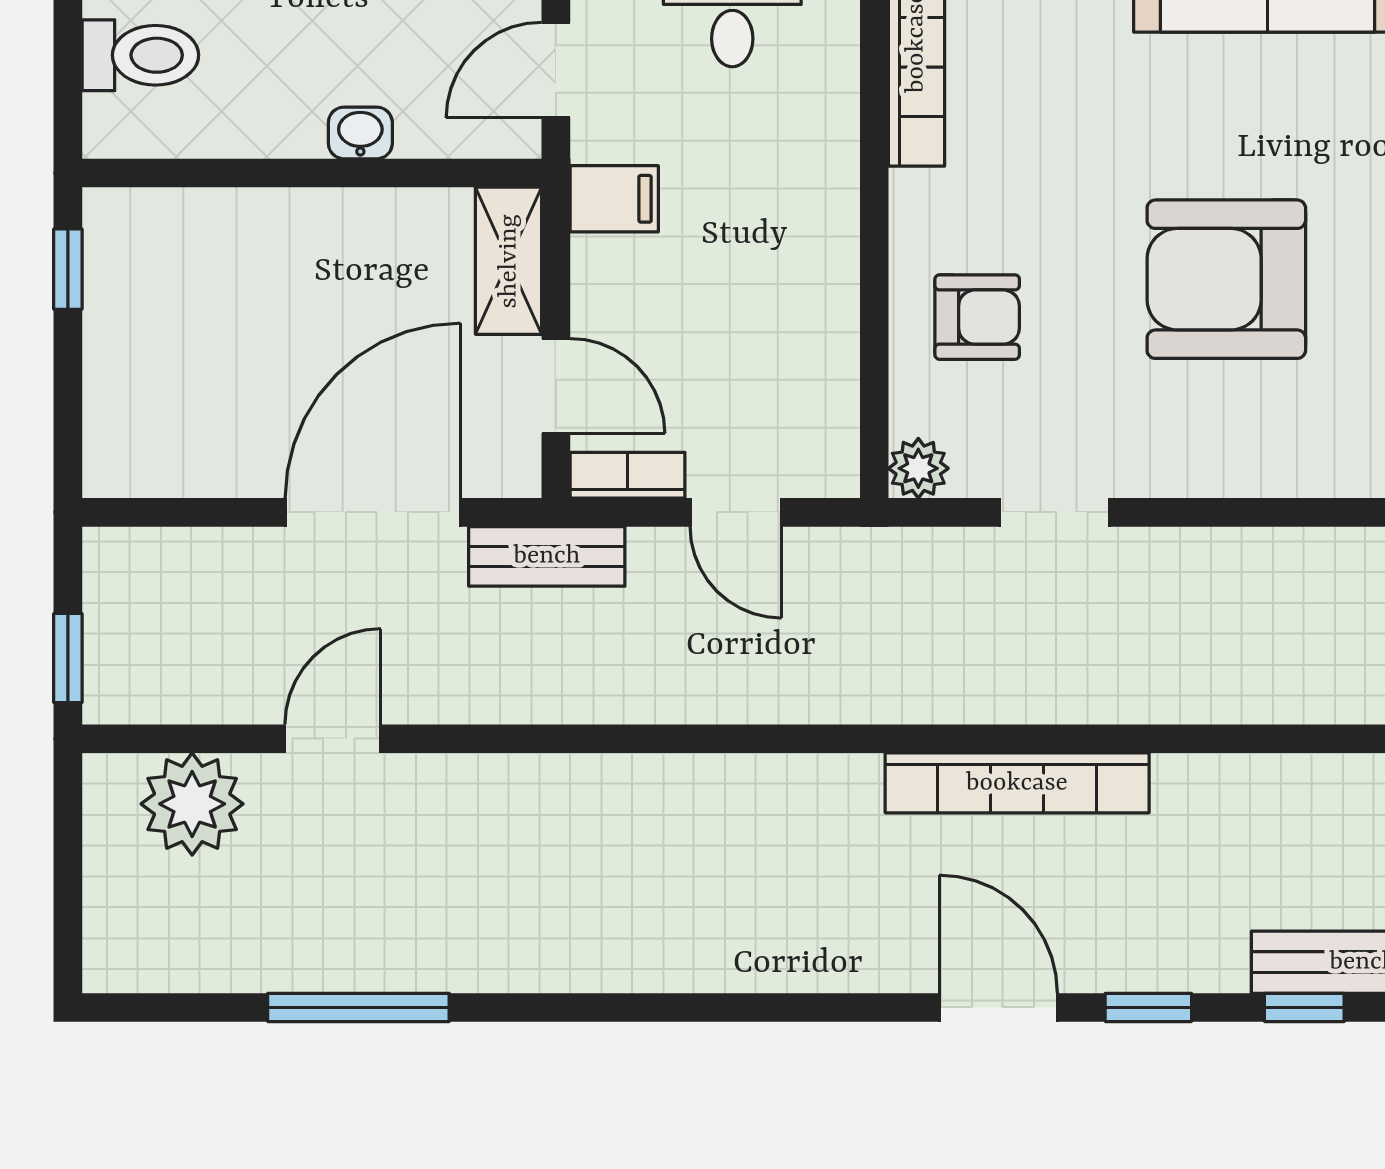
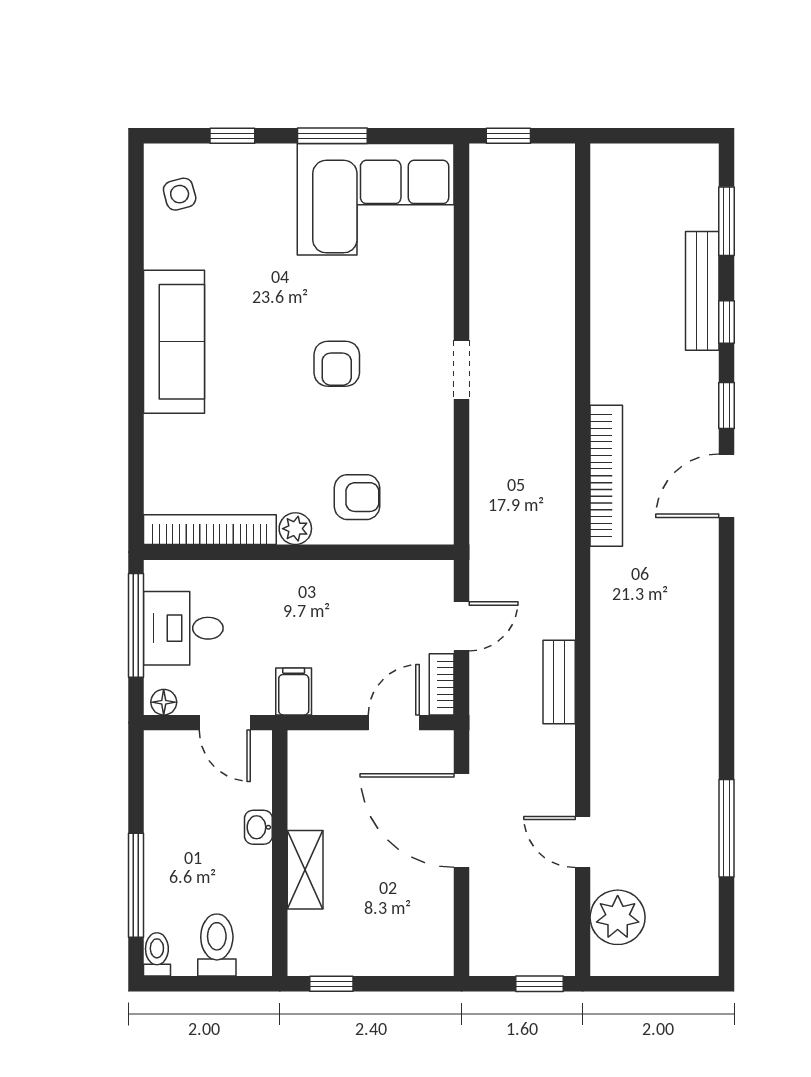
shelving: (509, 261) -> (305, 870), moved, turned 90
armchair: (1226, 279) -> (337, 364), width x0.53, depth x0.53
armchair: (977, 317) -> (357, 497), turned 90
plant: (918, 468) -> (295, 529), moved
doorway: (1054, 512) -> (462, 370), moved
bench: (547, 556) -> (559, 682), moved

